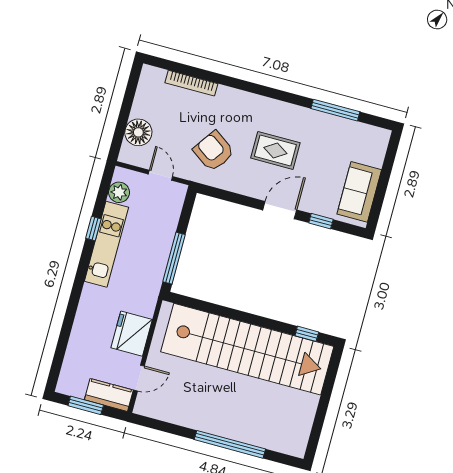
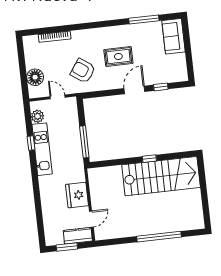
sofa: (359, 192) -> (174, 36), moved
window: (307, 334) -> (149, 159), moved
stairs: (247, 349) -> (161, 176), width x0.73

